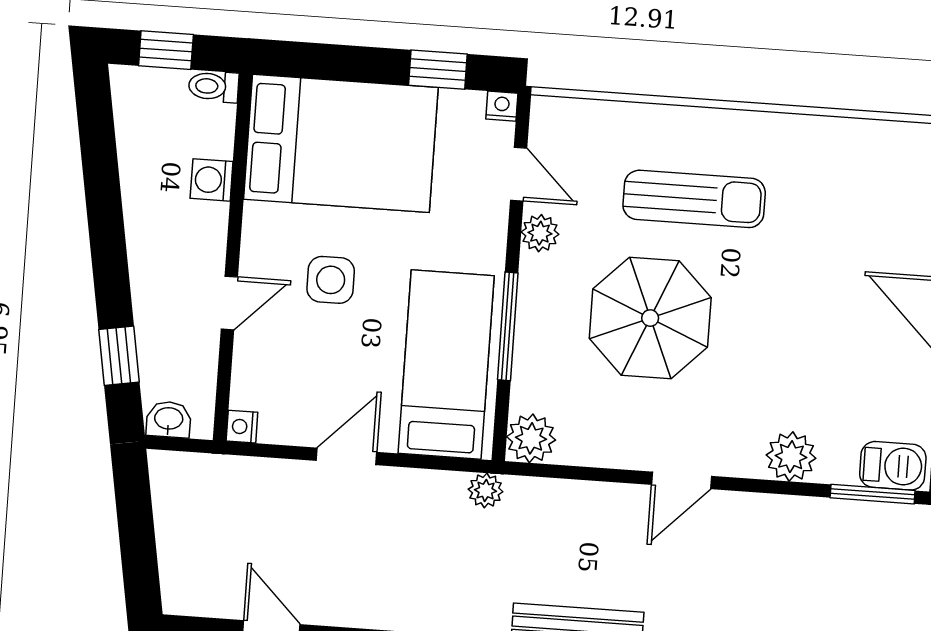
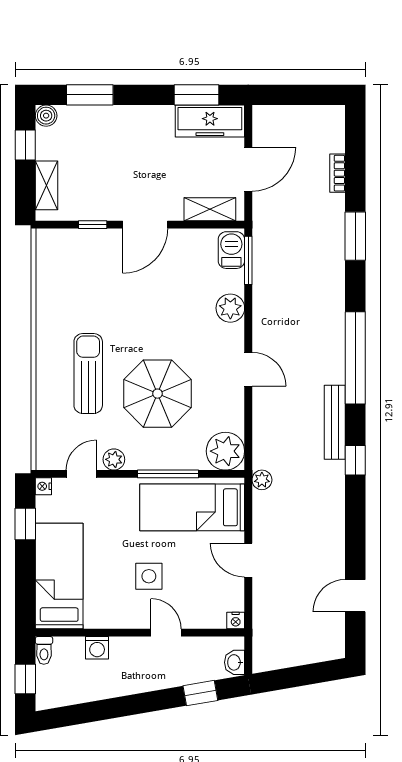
bed: (341, 143) -> (59, 576), width x0.67
plant: (531, 438) -> (225, 451), width x1.36, depth x1.36

